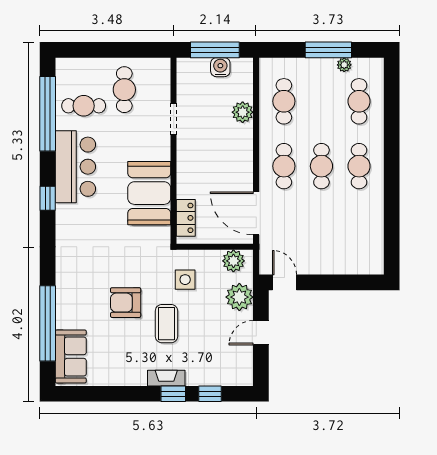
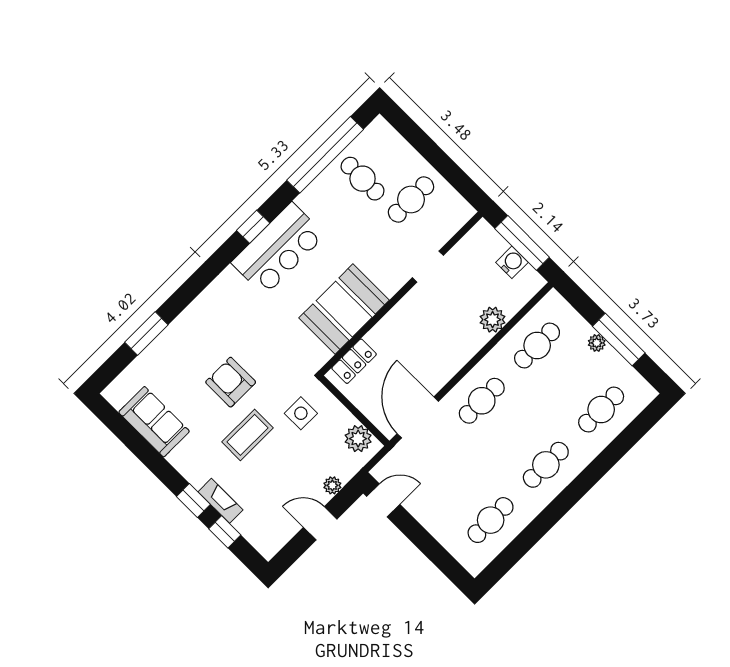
plant: (344, 65) -> (597, 343), moved
cafe table: (321, 166) -> (491, 520), moved
bar counter: (75, 167) -> (278, 249), moved
door: (285, 282) -> (383, 500), hinge flipped
plant: (239, 297) -> (332, 485), width x0.53, depth x0.53
window: (48, 323) -> (146, 333), width x0.47
sofa: (71, 357) -> (154, 422), moved, turned -90
fireplace: (166, 378) -> (220, 501), moved

